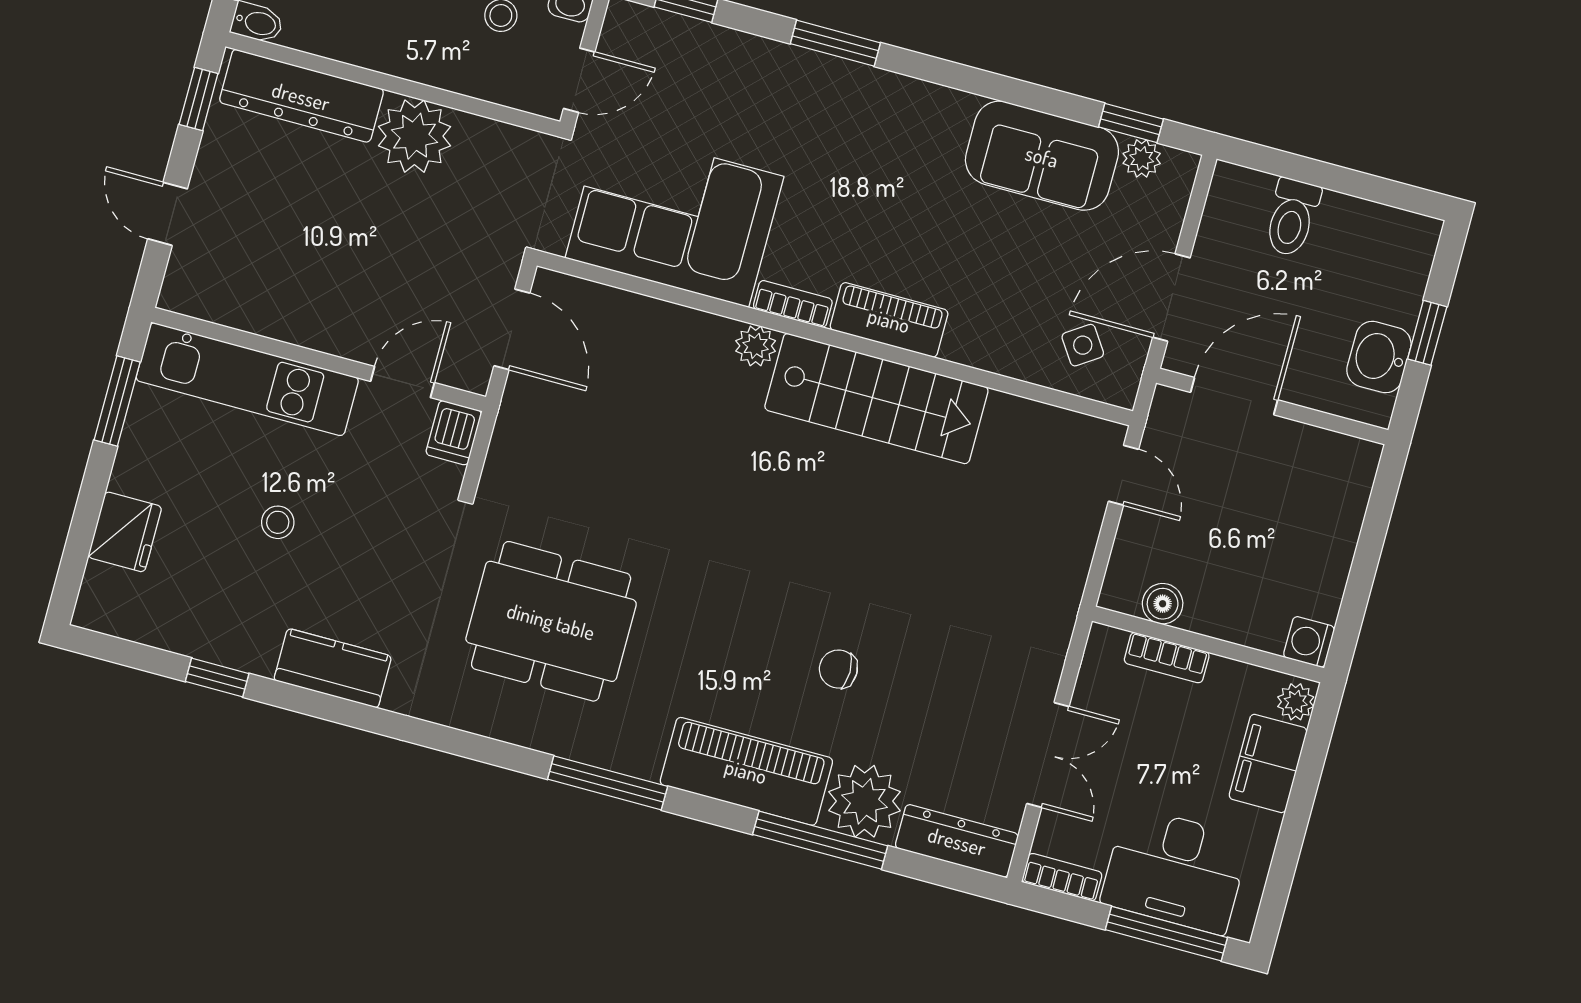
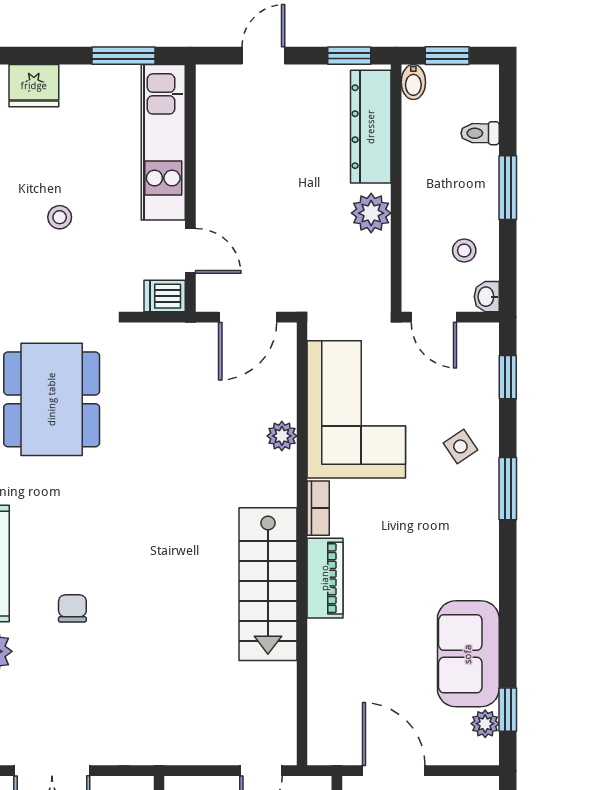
plant: (414, 136) -> (371, 213), width x0.73, depth x0.73
side table: (1083, 345) -> (460, 446), moved
plant: (756, 346) -> (282, 436), moved
stool: (278, 522) -> (60, 217), moved

